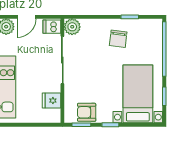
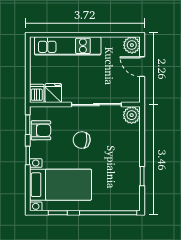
dishwasher: (52, 27) -> (37, 93), moved
chair: (118, 39) -> (82, 140), moved
armchair: (87, 112) -> (41, 130), turned 90

